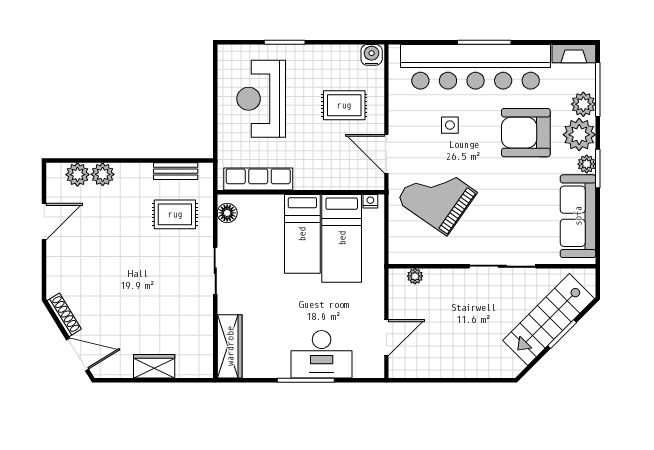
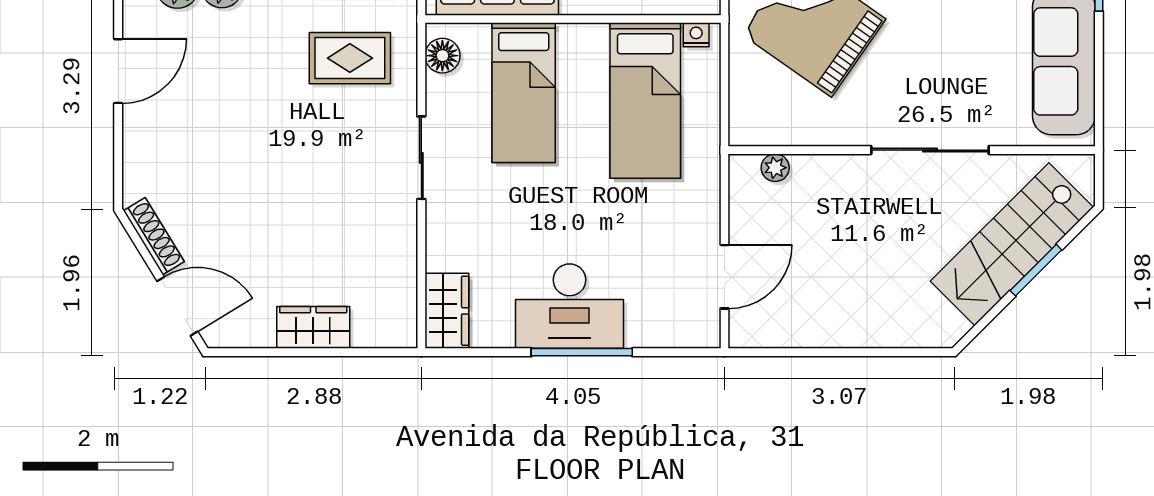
bed: (302, 234) -> (524, 93), moved
wardrobe: (230, 346) -> (447, 311), width x0.67
desk: (322, 354) -> (570, 306), moved

